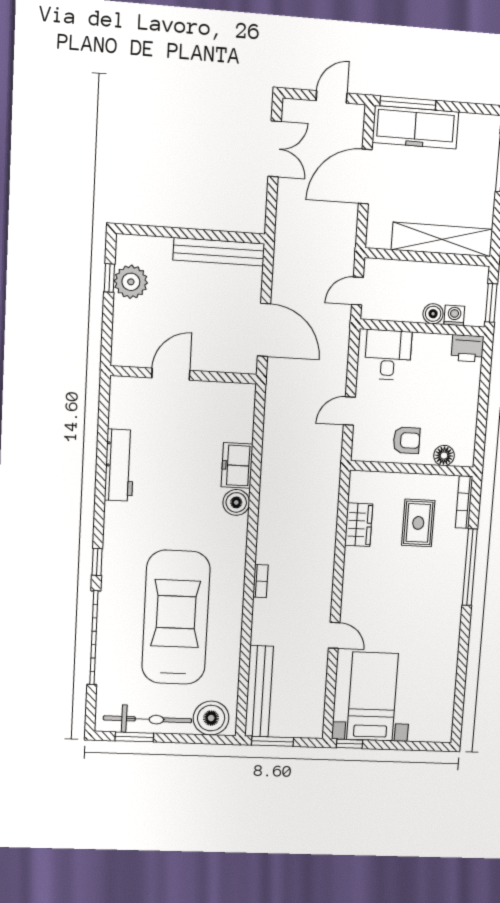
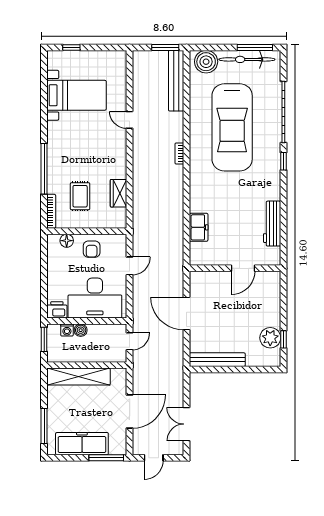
freezer: (415, 127) -> (82, 444), moved
desk: (388, 355) -> (95, 298), width x1.87, depth x1.30
door: (171, 374) -> (243, 268), moved
wall: (184, 375) -> (235, 268), moved
armchair: (407, 440) -> (92, 249), turned -90
boiler: (236, 502) -> (198, 204), removed
bed with nightstands: (373, 697) -> (77, 95), moved, turned -90
window: (134, 737) -> (255, 47), width x1.44
window: (350, 744) -> (71, 47), moved

